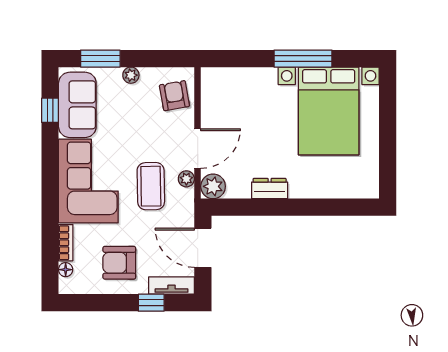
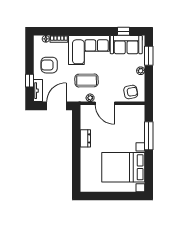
window: (303, 59) -> (149, 136), moved
plant: (213, 186) -> (86, 111), removed
armchair: (119, 263) -> (49, 65), turned -90

